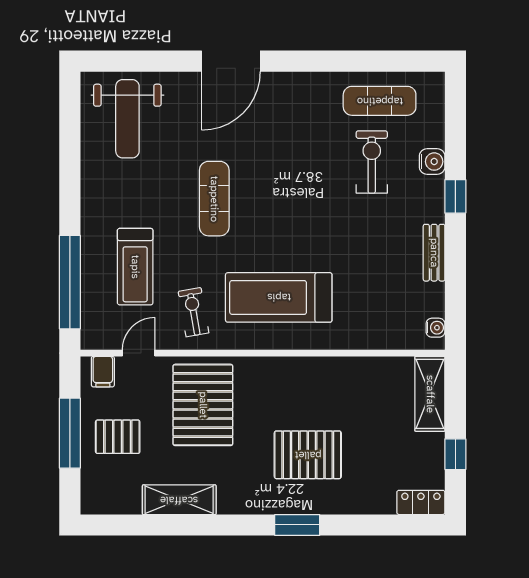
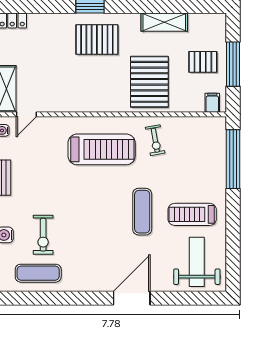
treadmill: (135, 267) -> (192, 214), moved, turned -90
door: (139, 353) -> (26, 114), moved
pallet: (308, 455) -> (97, 40), moved

